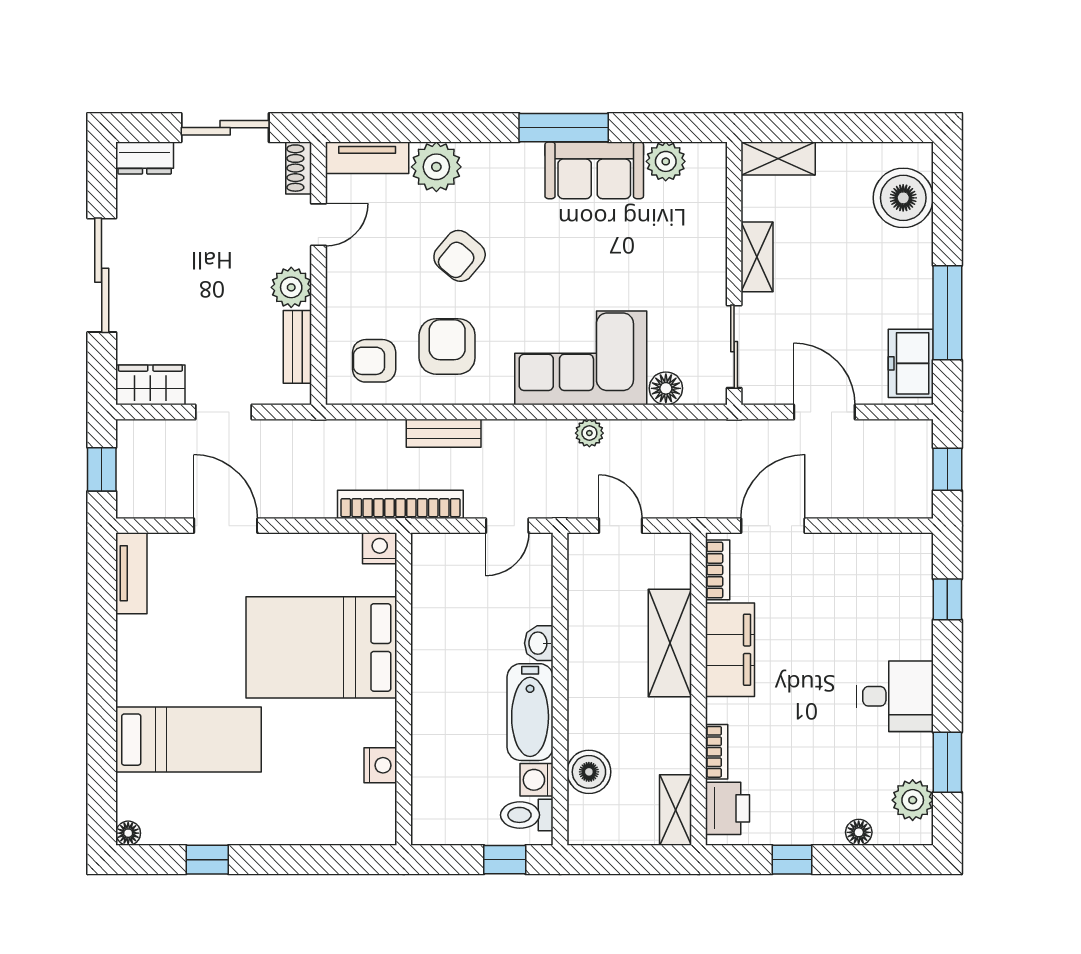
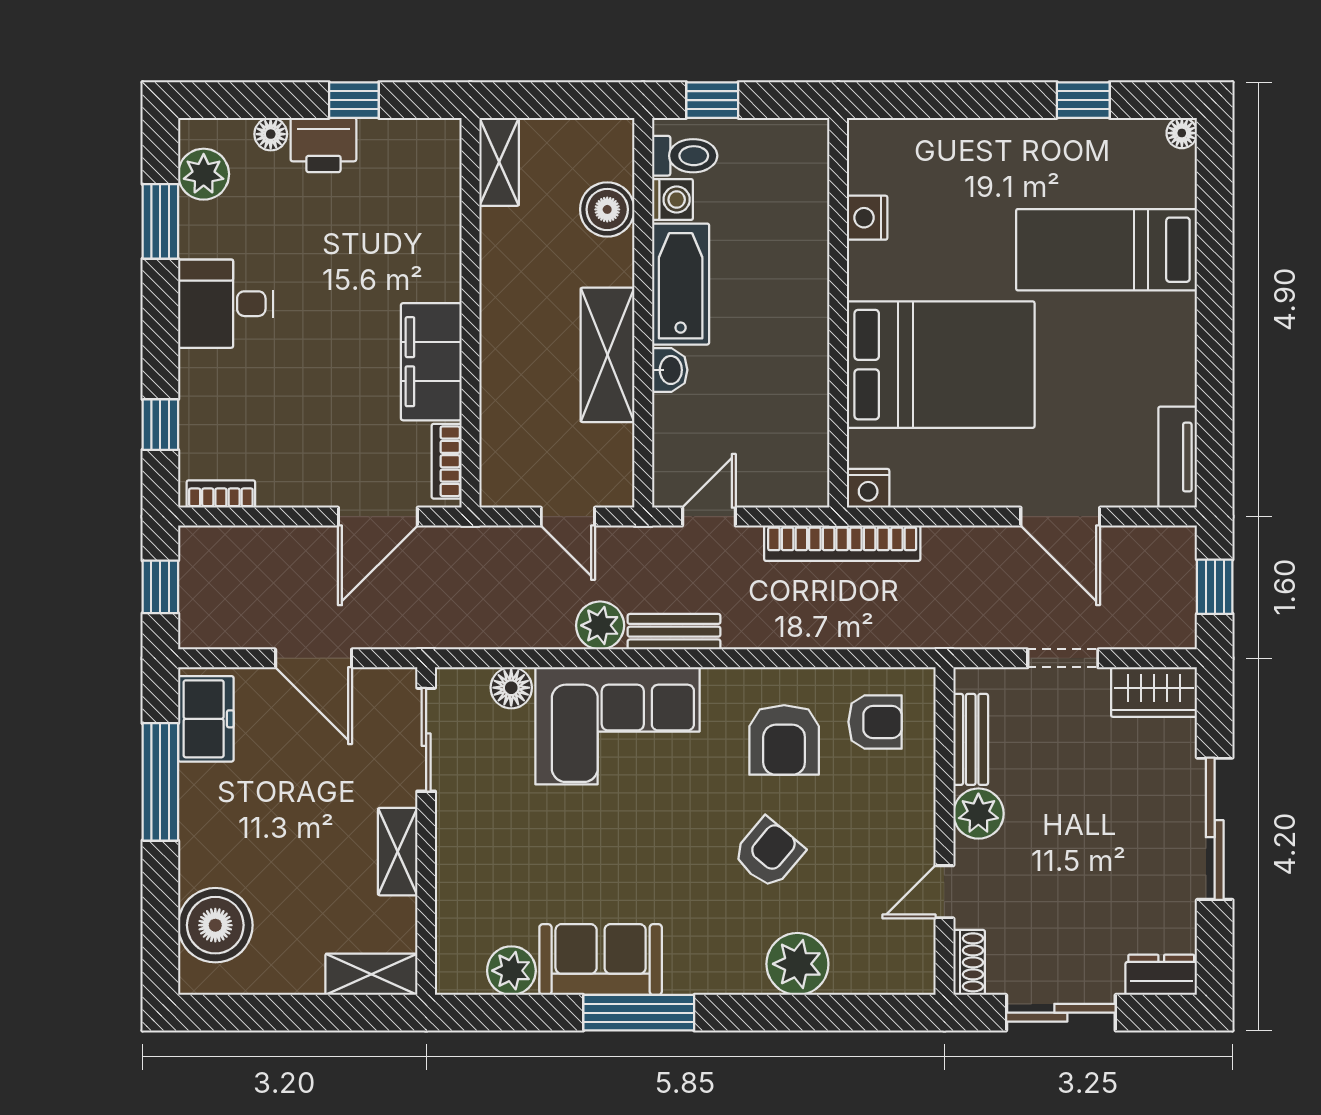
tv unit: (367, 158) -> (884, 975), removed
bench: (444, 433) -> (674, 632), moved
plant: (589, 433) -> (600, 625), width x1.38, depth x1.38
shelving: (670, 643) -> (607, 355), moved
bookcase: (717, 752) -> (221, 494), moved, turned 90
printer: (727, 808) -> (323, 145), moved, turned -90

